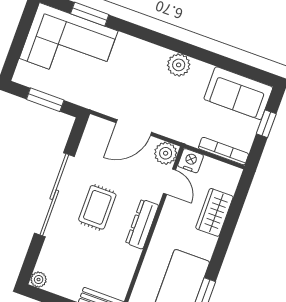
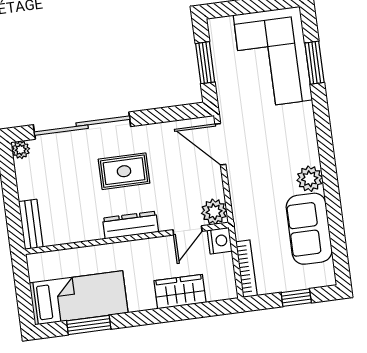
sofa: (238, 93) -> (309, 229), moved
door: (134, 128) -> (220, 144), moved
sliding door: (54, 195) -> (82, 126), moved

